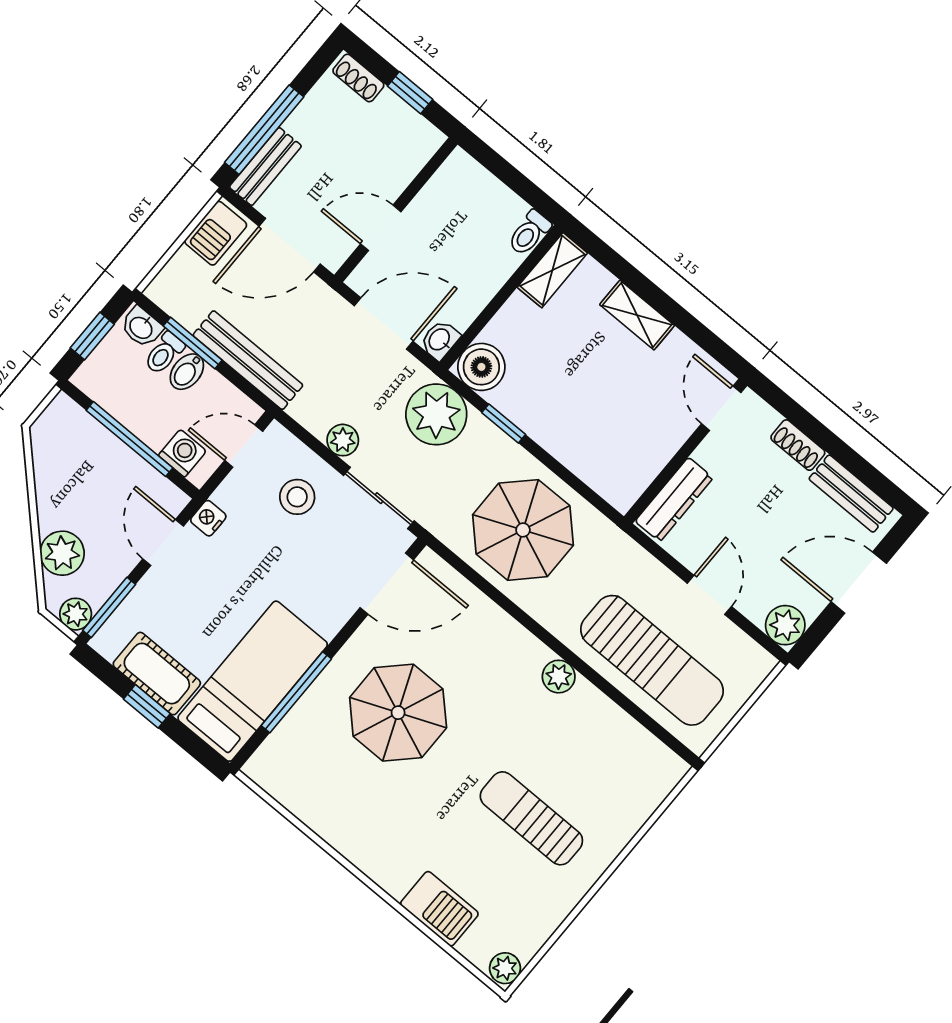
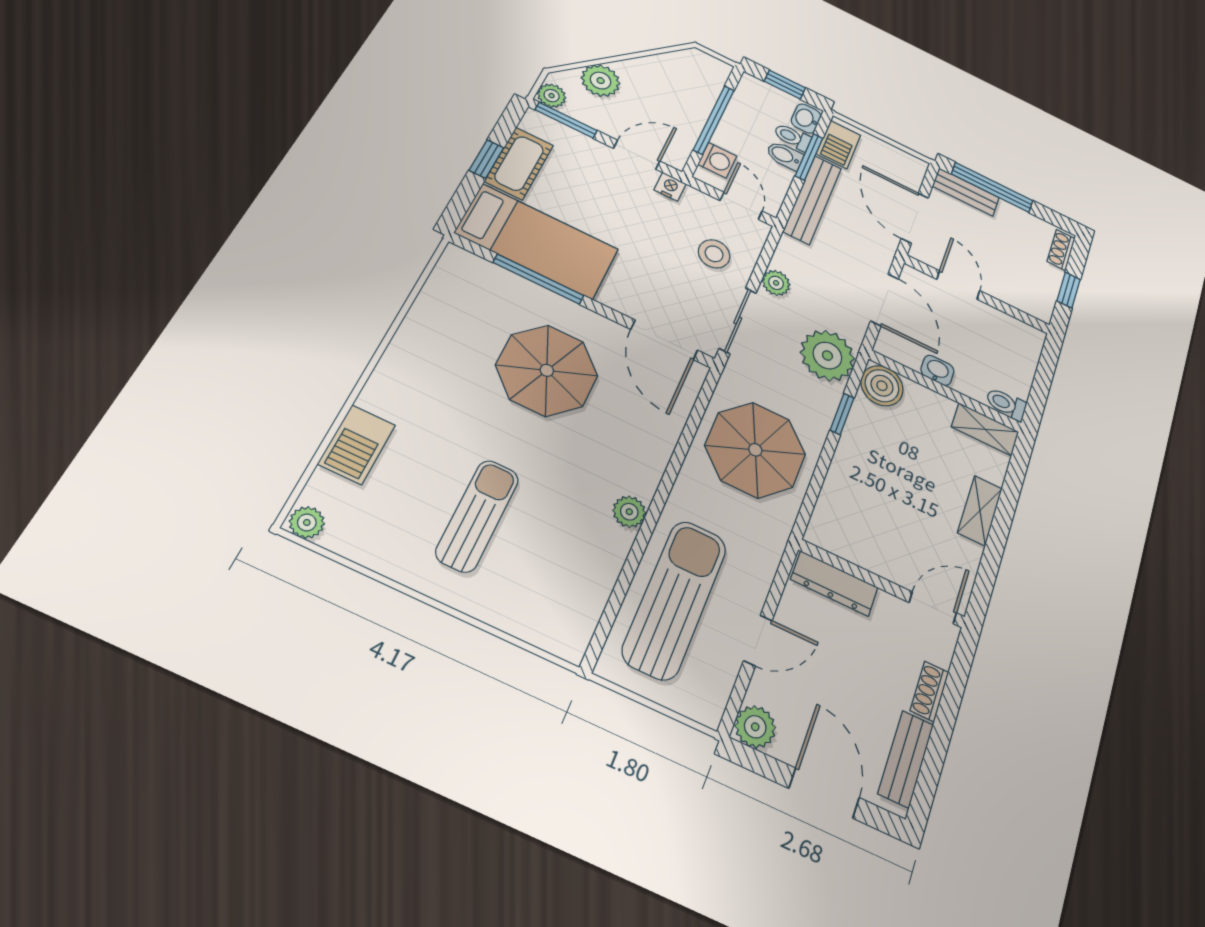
barbecue: (216, 233) -> (838, 145), moved, turned -90
washbasin: (440, 340) -> (937, 370), moved
sun lounger: (652, 660) -> (675, 599), turned 180

